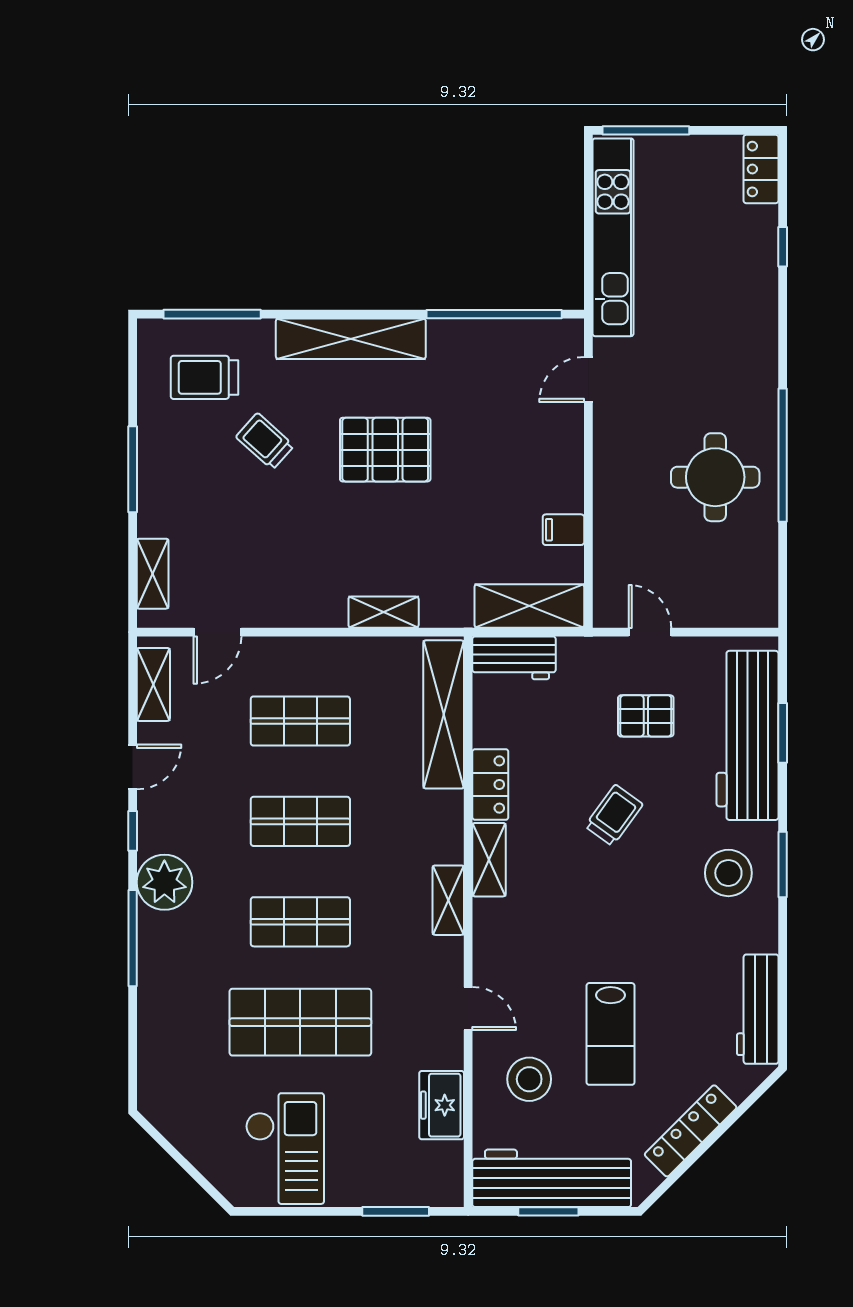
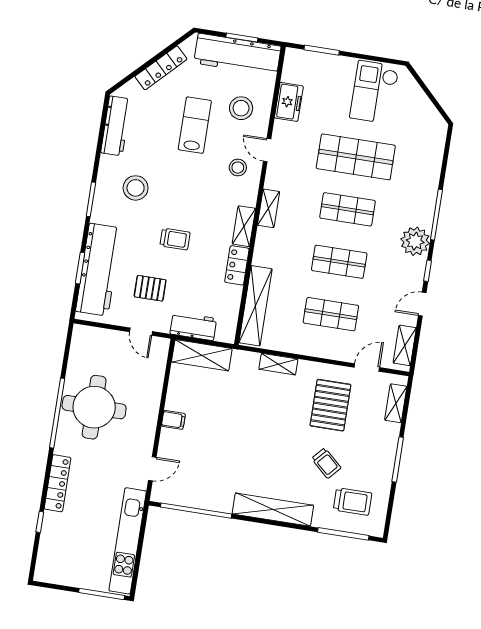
locker: (761, 169) -> (58, 483), moved, width x1.53
pallet: (385, 450) -> (330, 405), moved, turned 90
round table: (715, 477) -> (94, 407), width x1.36, depth x1.36
filing cabinet: (563, 530) -> (173, 420), moved
workbench: (514, 658) -> (193, 326), moved
trolley: (614, 815) -> (175, 239), turned -126
stool: (728, 873) -> (136, 188), moved
stool: (518, 967) -> (238, 168), added

